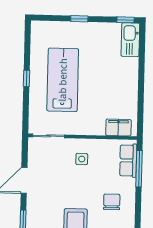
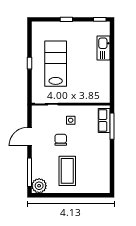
kitchen sink: (130, 40) -> (104, 48), moved
filing cabinet: (118, 127) -> (96, 97), removed
chair: (112, 202) -> (61, 140), moved

